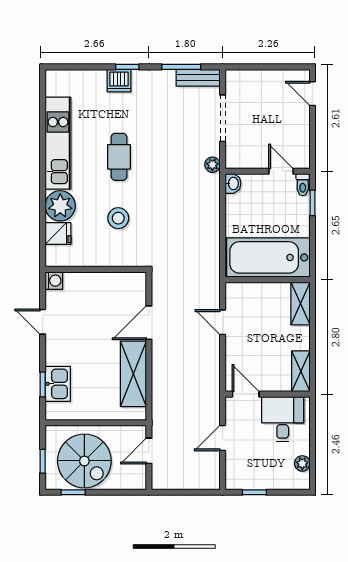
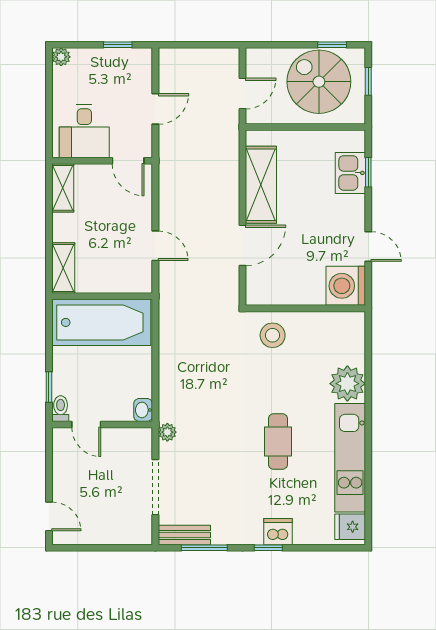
stool: (118, 218) -> (273, 335), moved
fridge: (58, 233) -> (350, 527), moved
washing machine: (54, 281) -> (346, 286), width x1.89, depth x1.89
plant: (302, 463) -> (61, 57), moved

